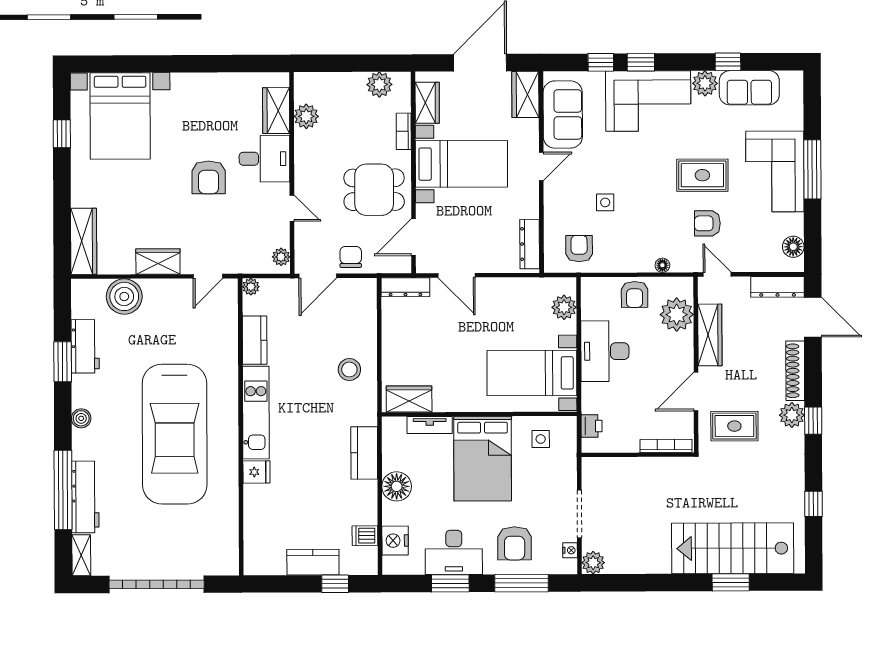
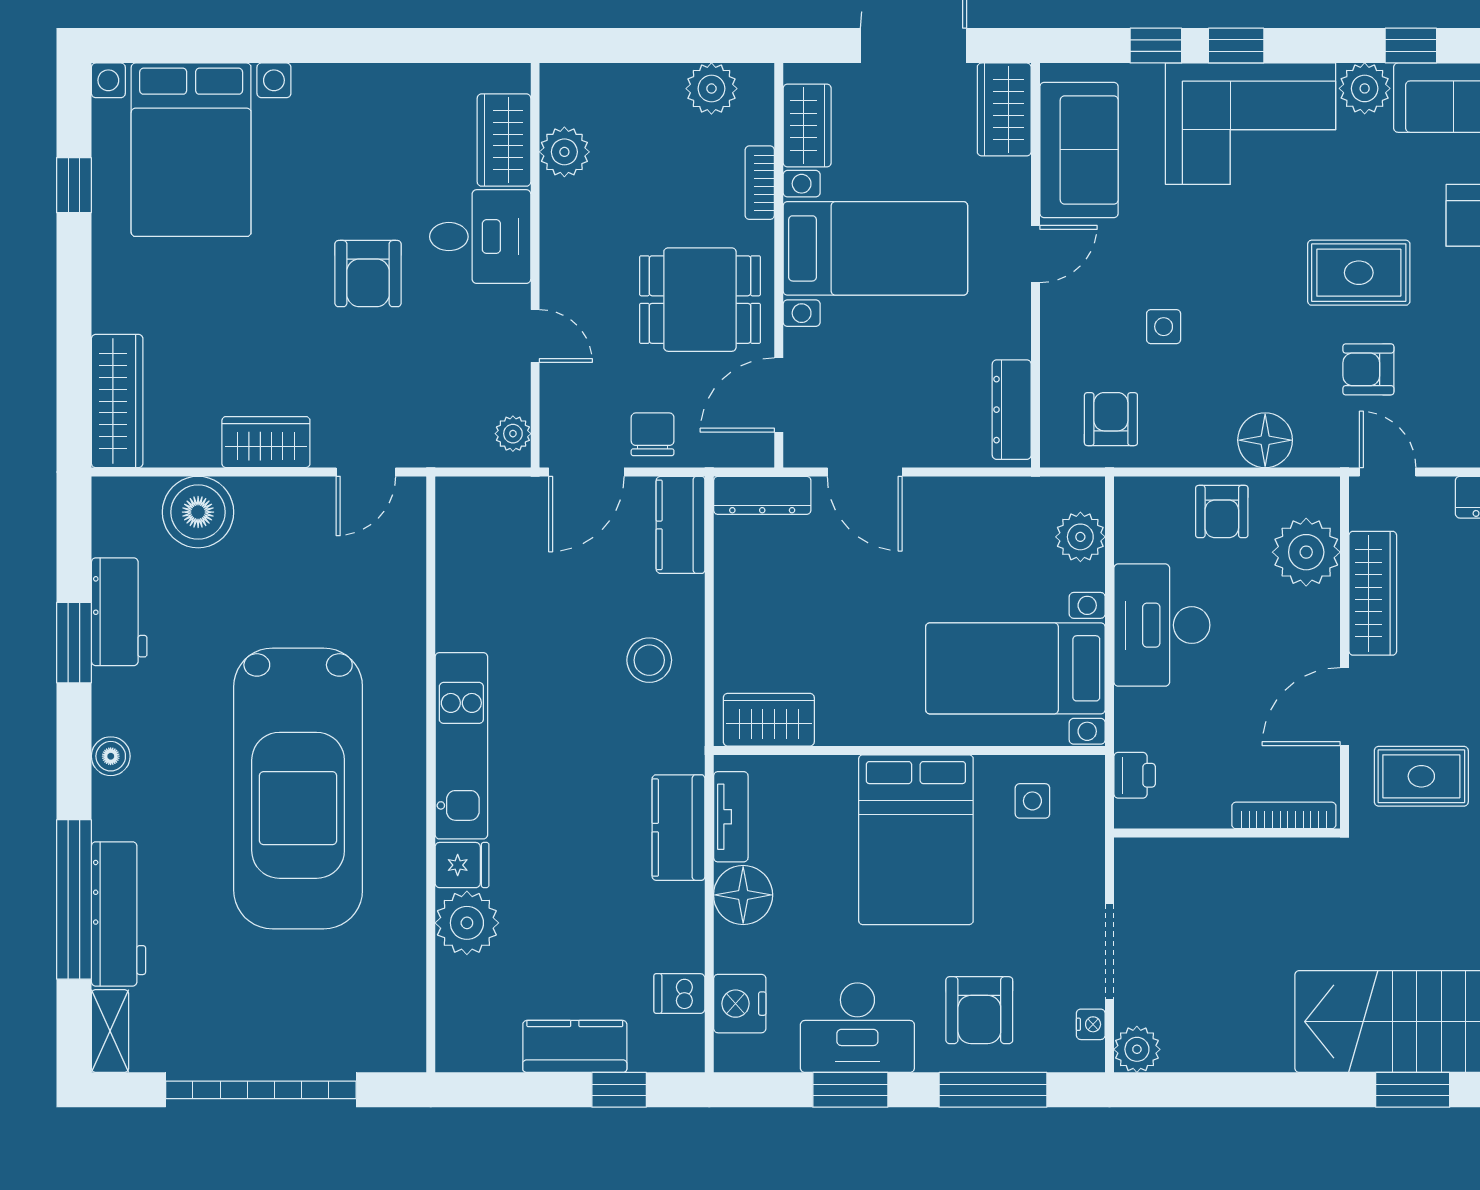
floor lamp: (662, 265) -> (1265, 440), width x1.89, depth x1.89
plant: (251, 287) -> (467, 923), moved, width x1.87, depth x1.87
kitchen counter: (255, 340) -> (681, 525), moved, turned 180
tv unit: (430, 425) -> (731, 817), moved, turned -90

